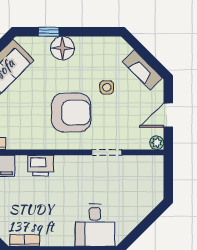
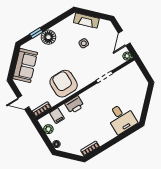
fireplace: (142, 70) -> (86, 21), moved
armchair: (71, 113) -> (64, 84), moved, turned -90

